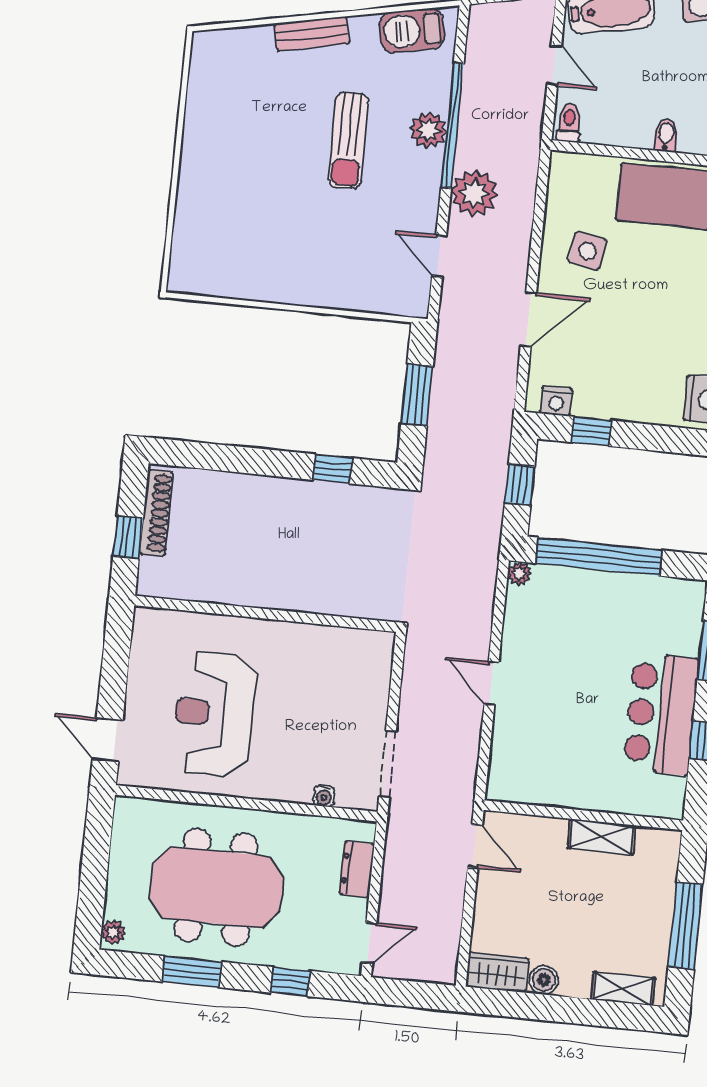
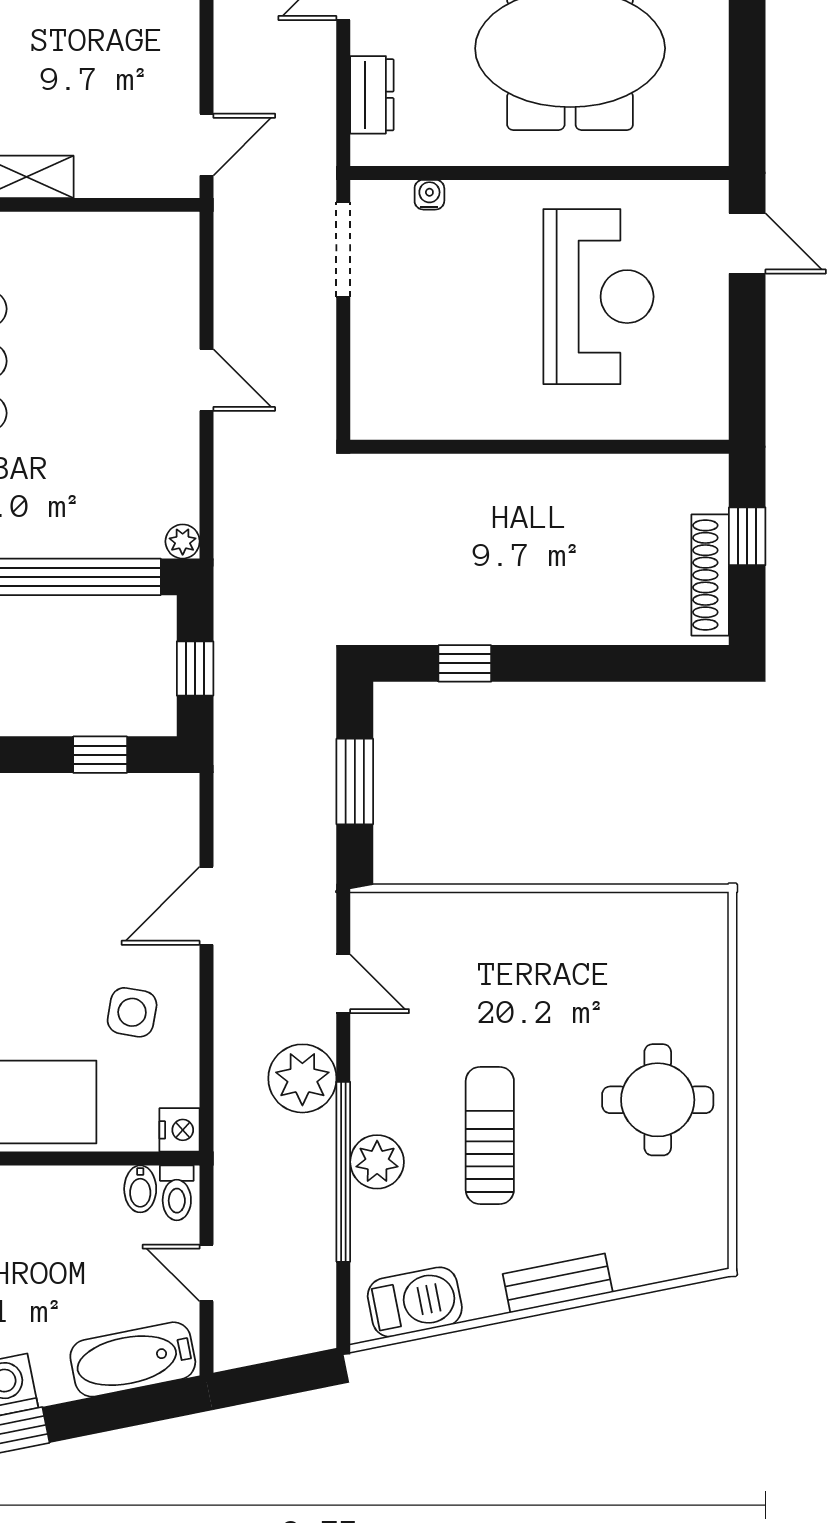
bidet: (666, 135) -> (140, 1189), moved
round table: (230, 153) -> (658, 1100), added
nightstand: (556, 401) -> (180, 1130), moved, turned 90
door: (475, 846) -> (206, 145), swing flipped

